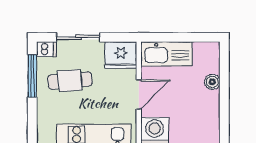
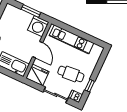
window: (32, 76) -> (90, 86), width x0.46
door: (139, 94) -> (38, 50), swing flipped

